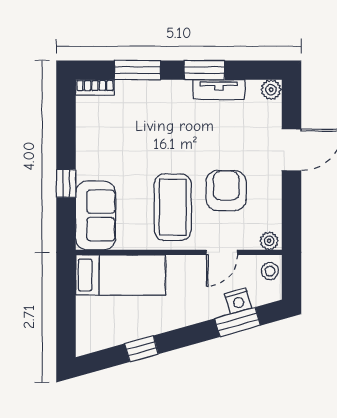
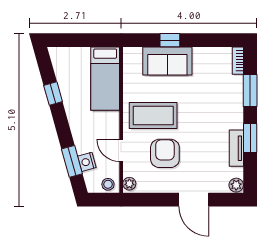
armchair: (226, 190) -> (165, 153), turned -90
sofa: (96, 215) -> (167, 61), moved

